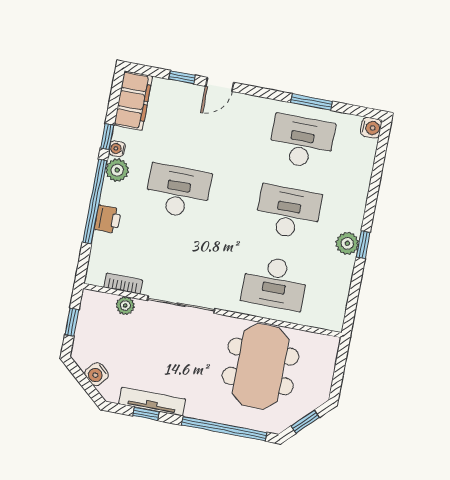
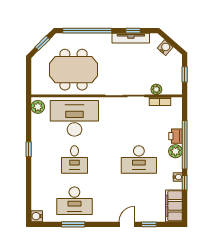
plant: (117, 170) -> (175, 151), moved
desk: (288, 212) -> (74, 159), width x0.73
plant: (347, 243) -> (38, 107), moved
desk: (275, 283) -> (74, 118), width x1.36, depth x1.30
meeting table: (261, 366) -> (73, 70), turned 90

